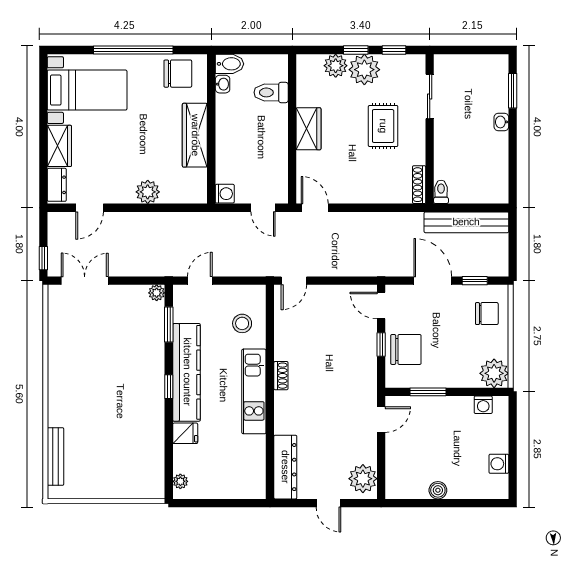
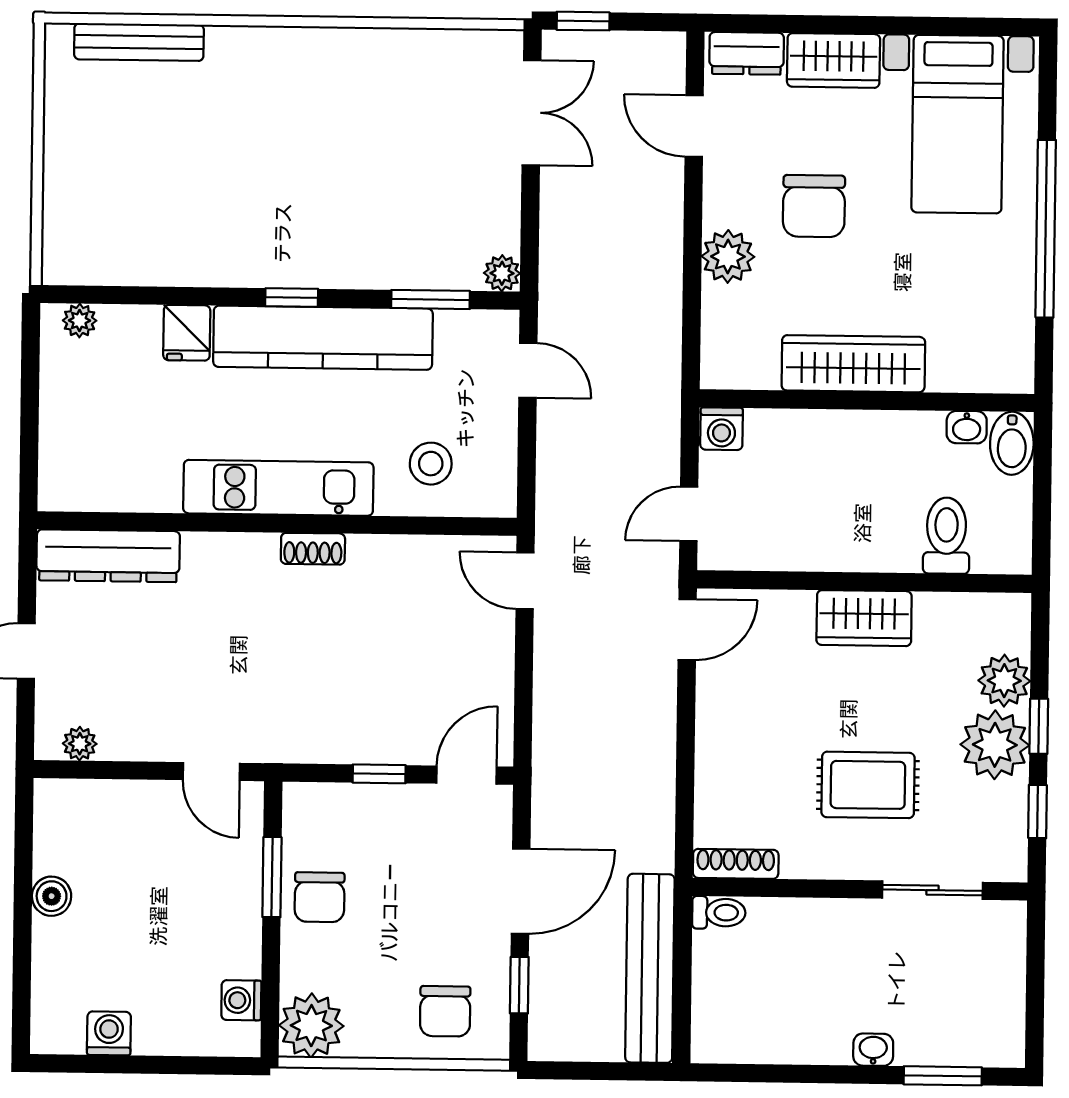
chair: (178, 74) -> (814, 206), moved
chair: (406, 349) -> (320, 897), moved, width x0.73, depth x0.73
plant: (363, 479) -> (80, 744), width x0.53, depth x0.53

